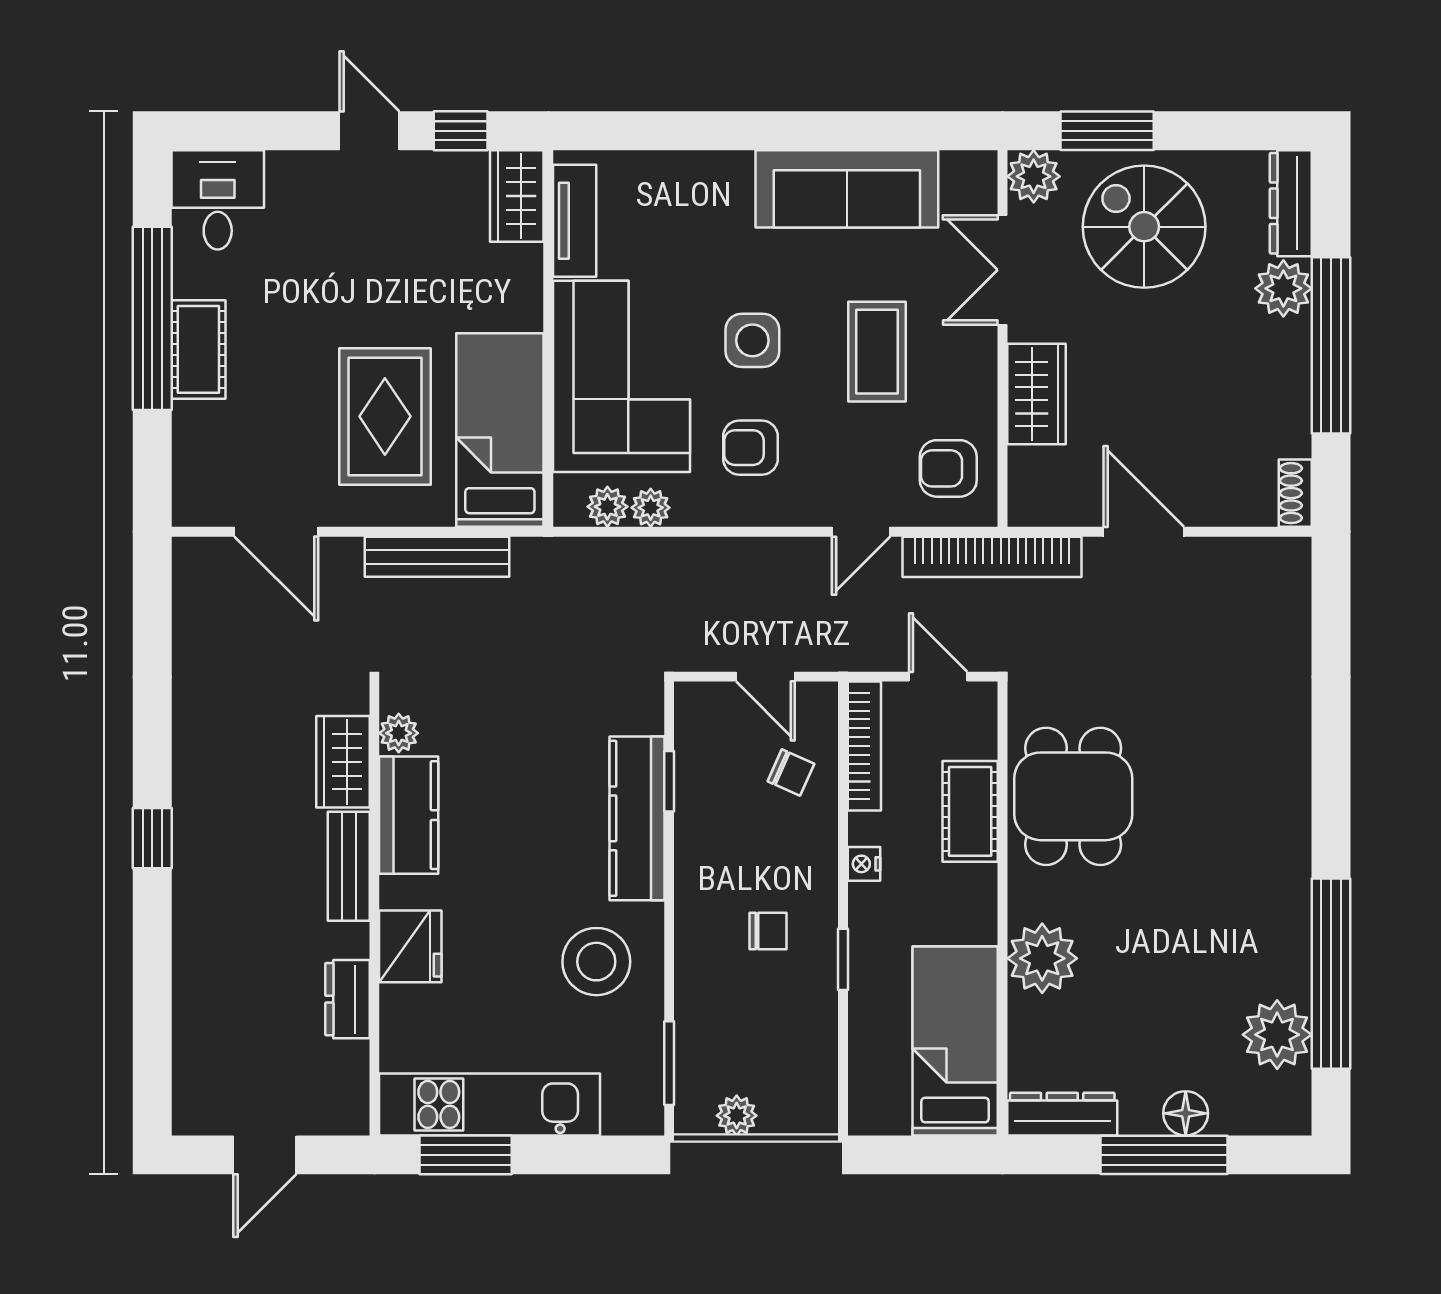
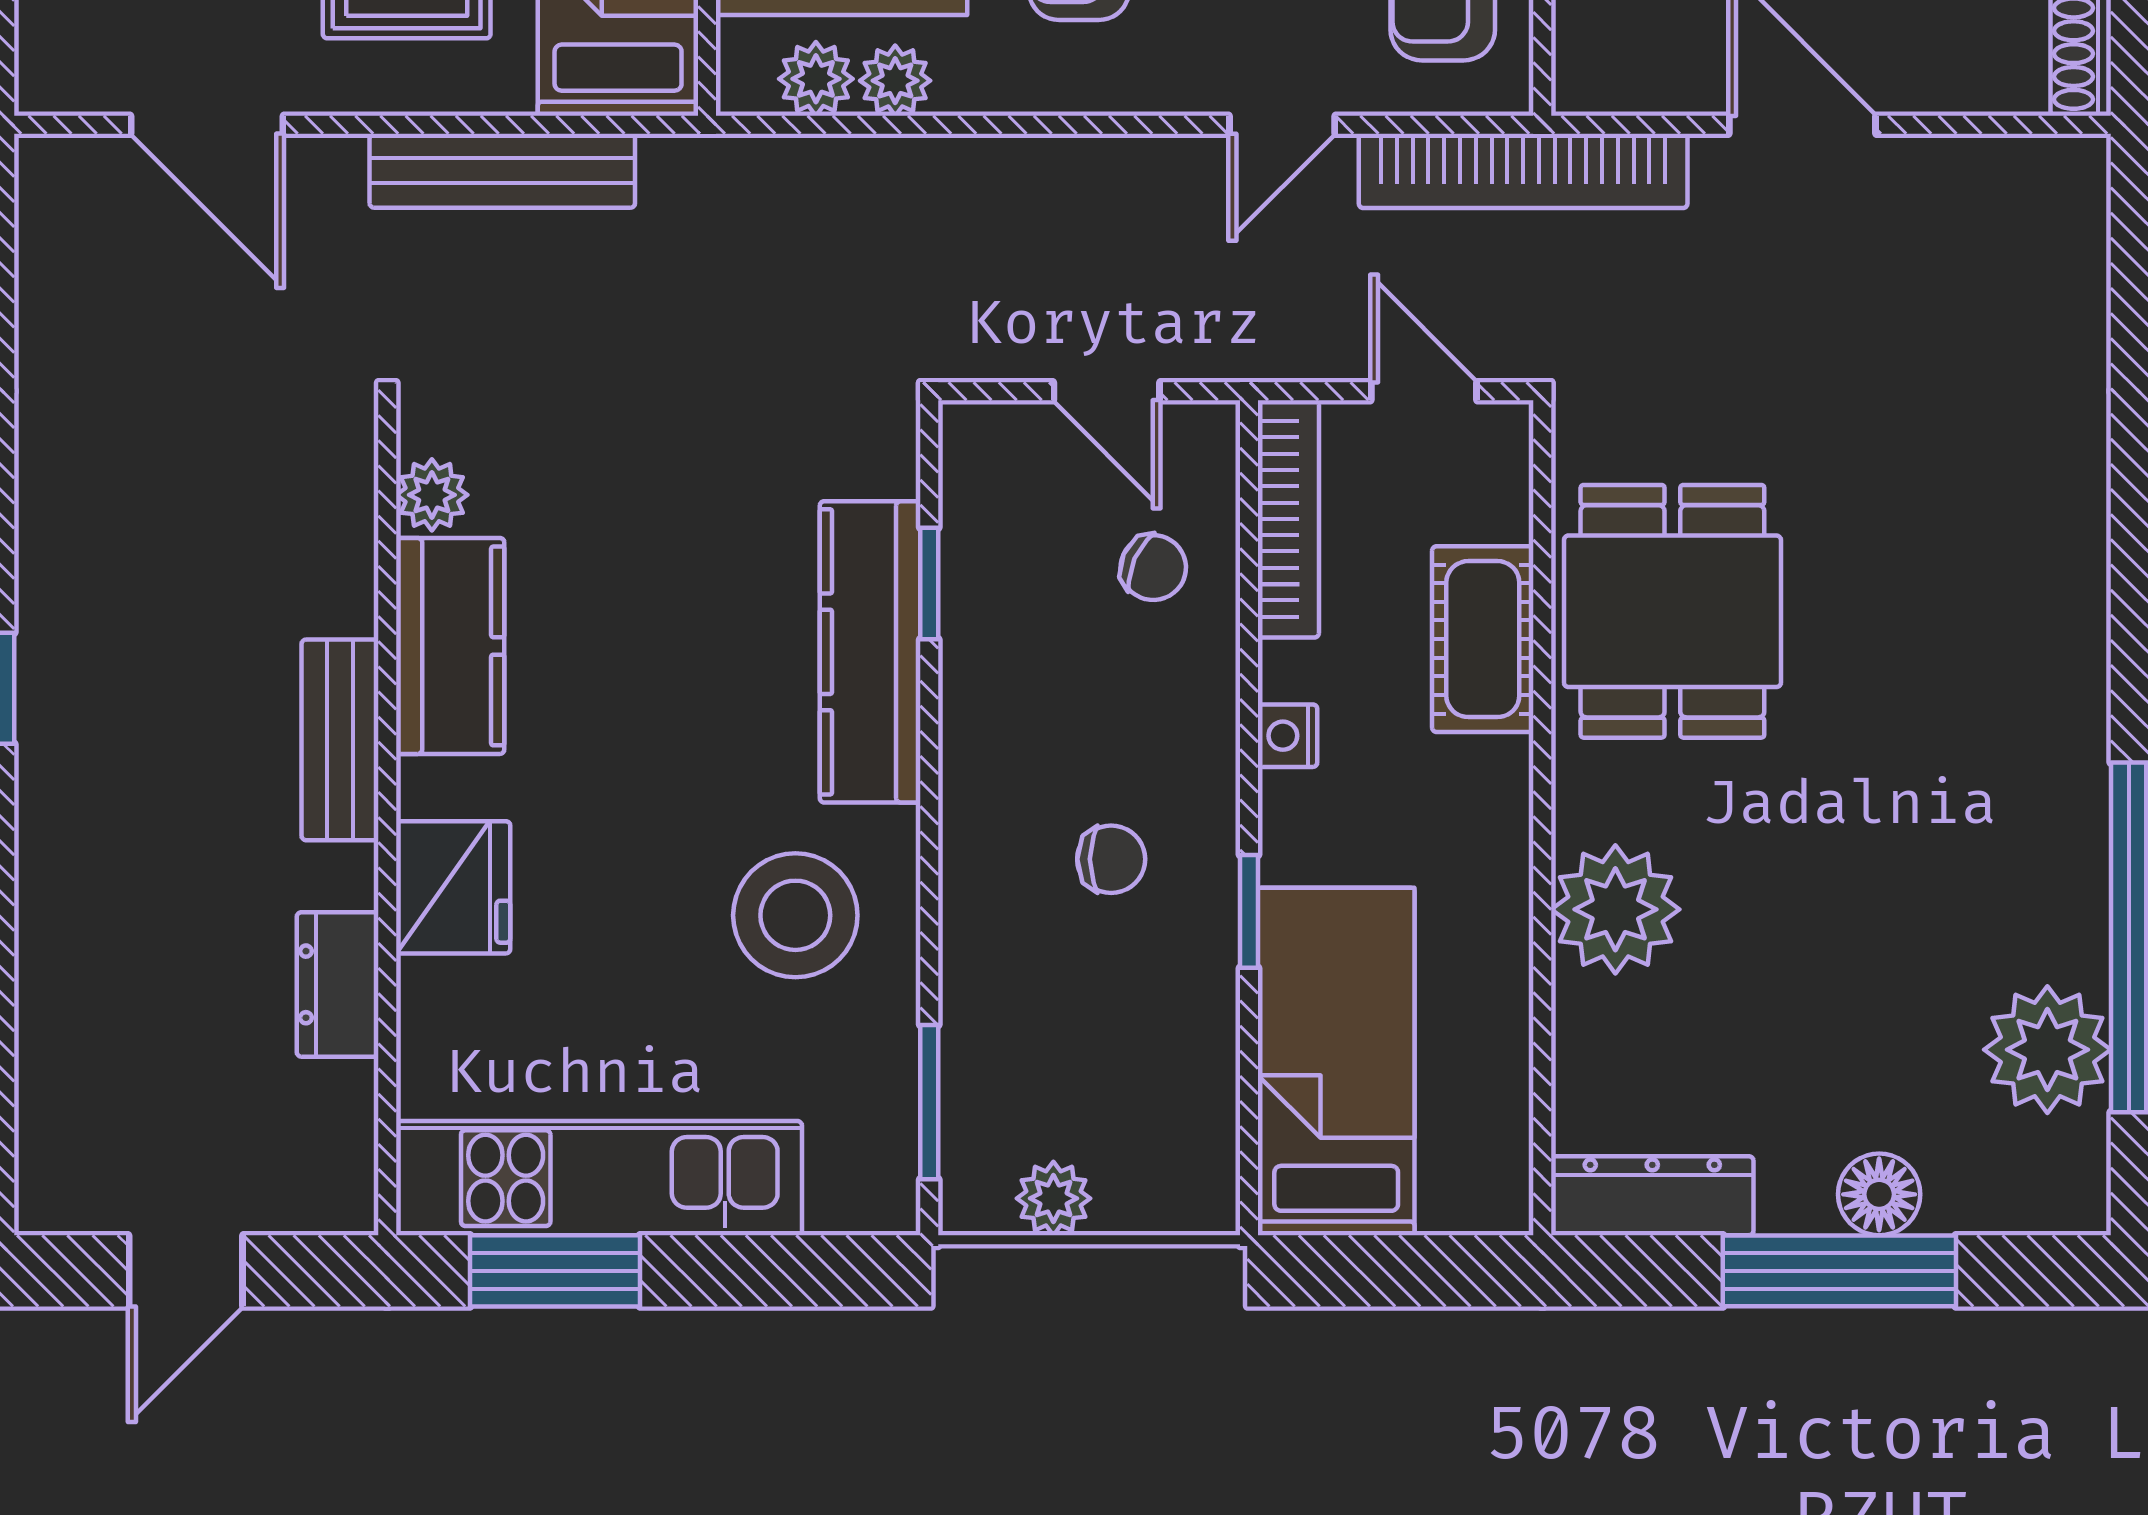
wardrobe: (343, 762) -> (329, 548), removed
bed: (955, 1041) -> (1336, 1061), moved

